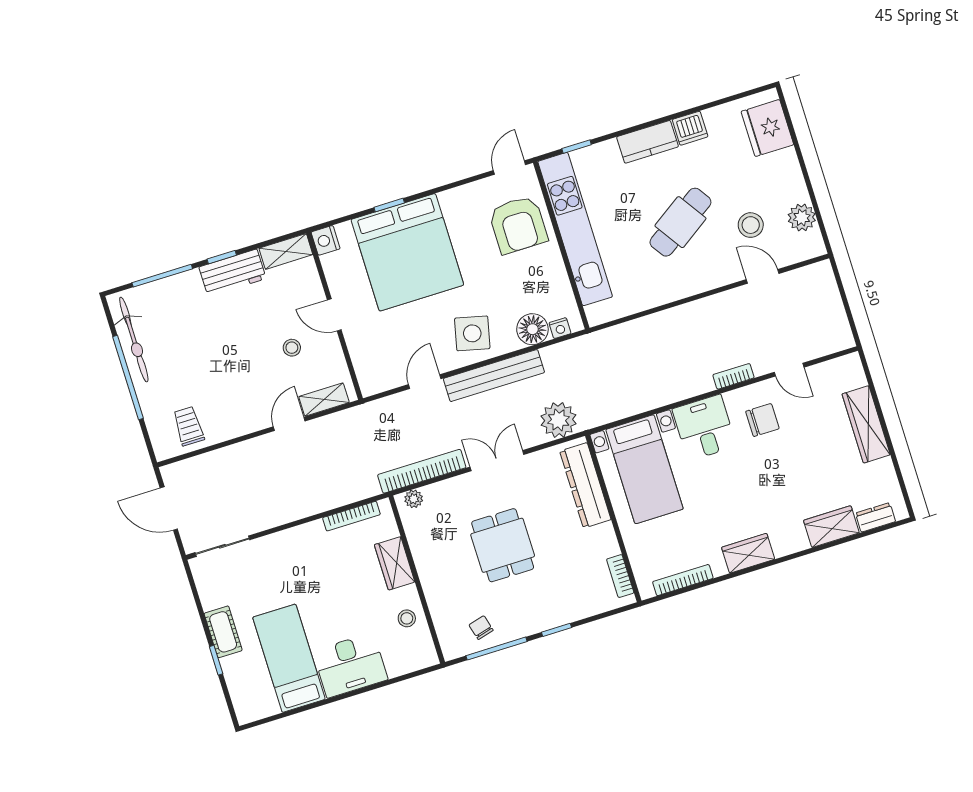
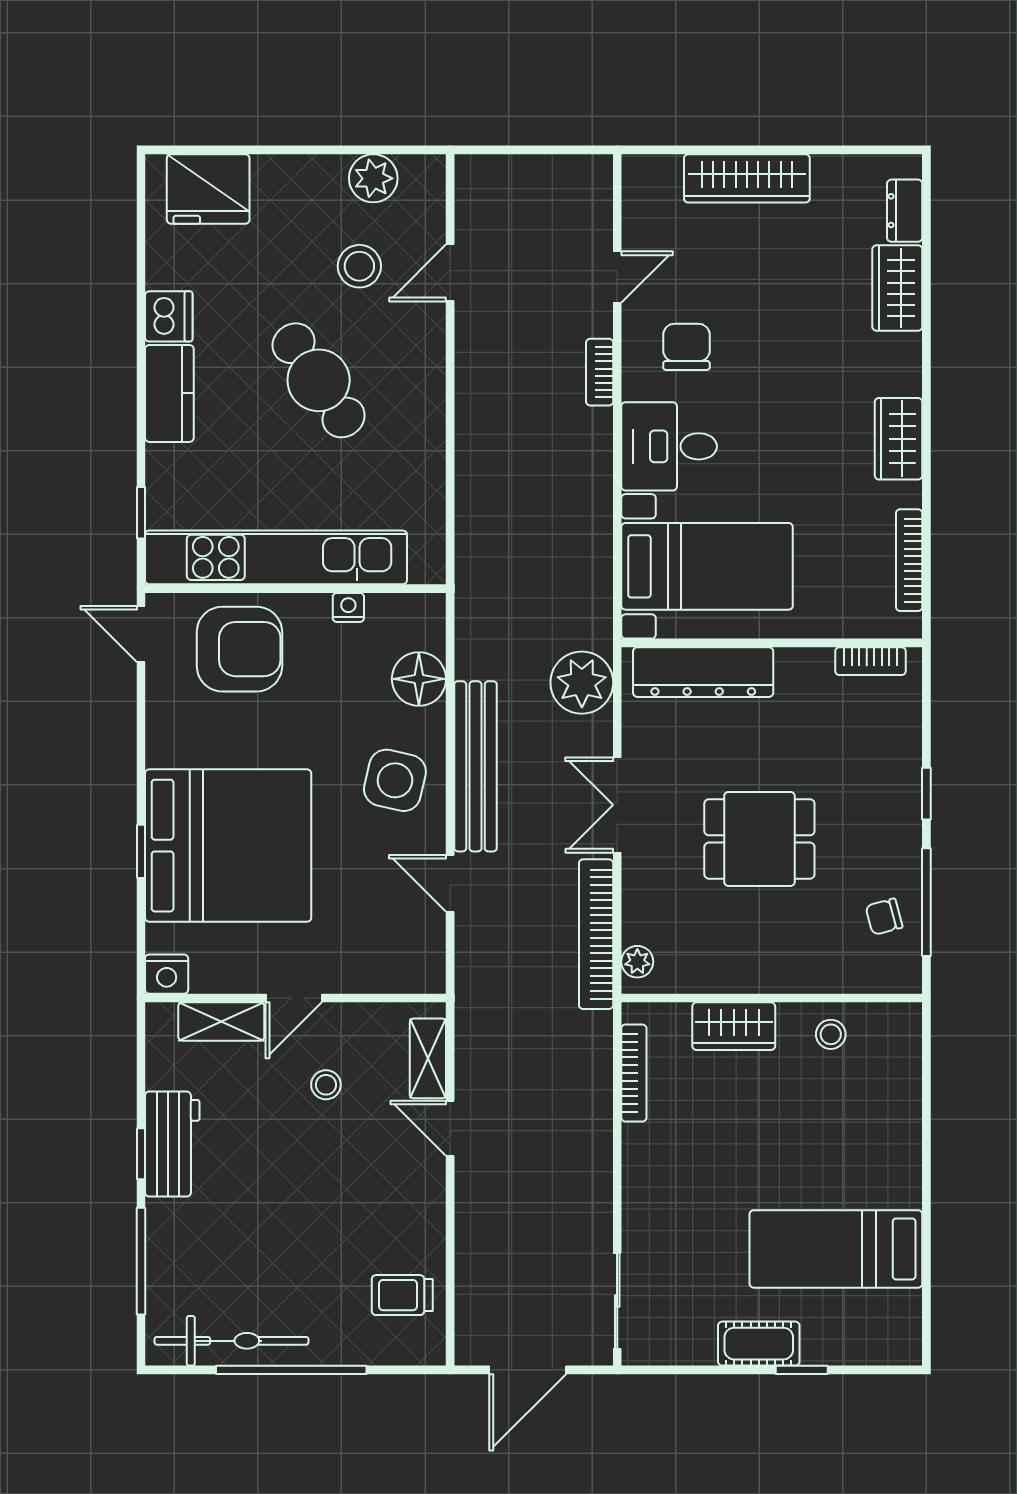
shelving: (286, 251) -> (221, 1022), moved, turned 90
nightstand: (560, 328) -> (348, 607), moved, turned -90
desk: (350, 665) -> (879, 1151), removed

